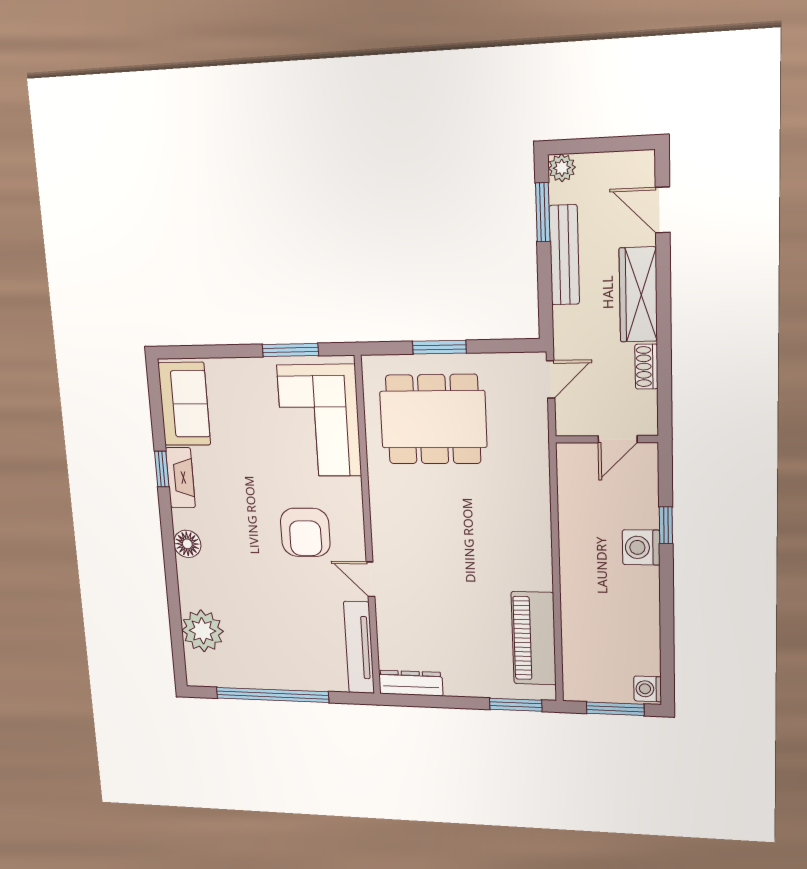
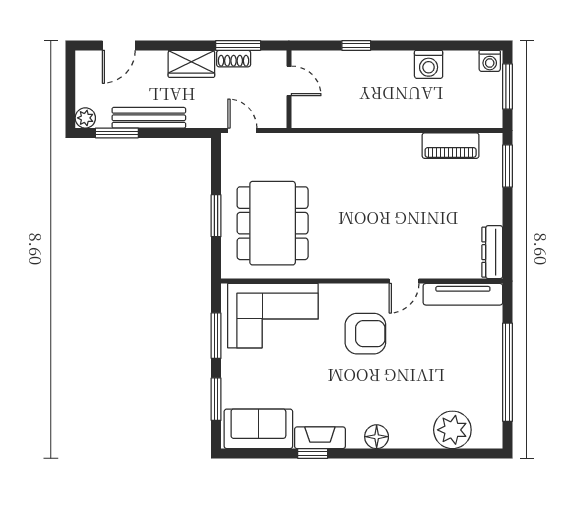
wardrobe: (638, 295) -> (191, 64), width x0.67
window: (215, 351) -> (216, 399), added
window: (664, 372) -> (238, 45), added
washing machine: (641, 547) -> (429, 64), moved
piano: (534, 638) -> (451, 146), width x0.73, depth x0.75

